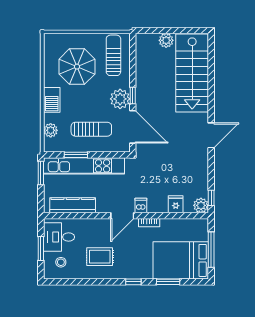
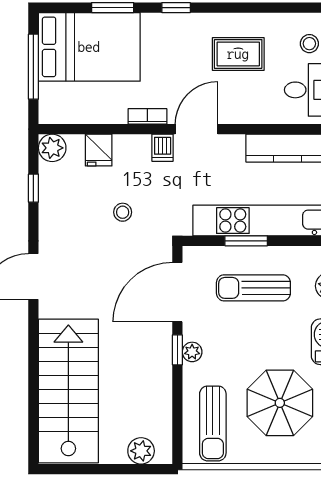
plant: (166, 40) -> (141, 451), moved
plant: (120, 99) -> (192, 352), width x0.53, depth x0.53
door: (133, 127) -> (177, 292), hinge flipped
window: (76, 155) -> (246, 241), moved
stool: (163, 170) -> (123, 212), added
window: (211, 198) -> (33, 188), moved

